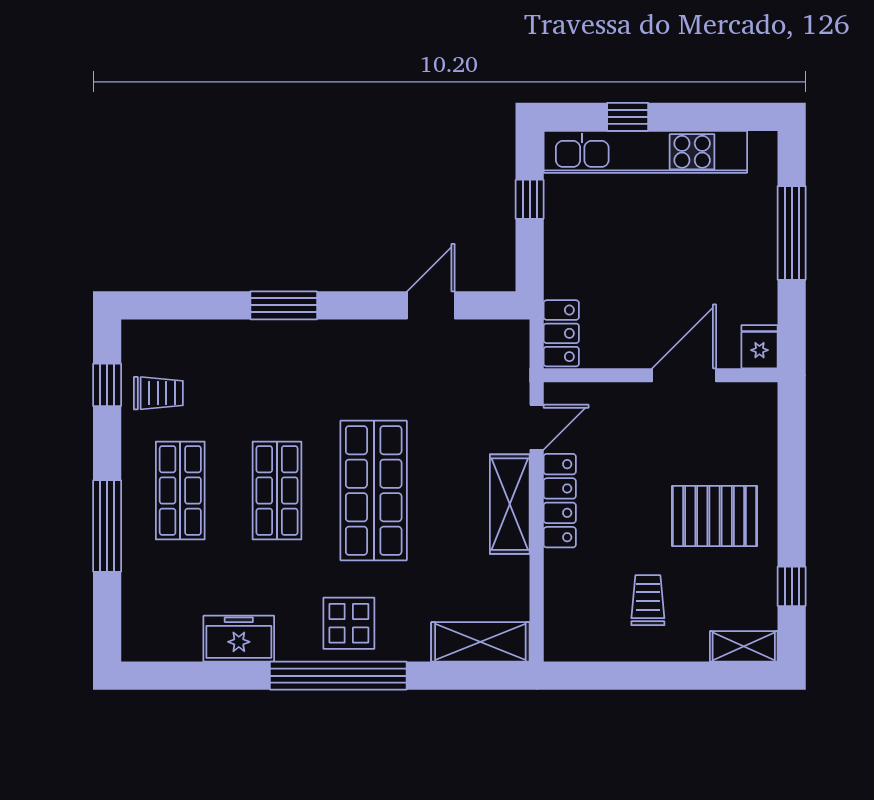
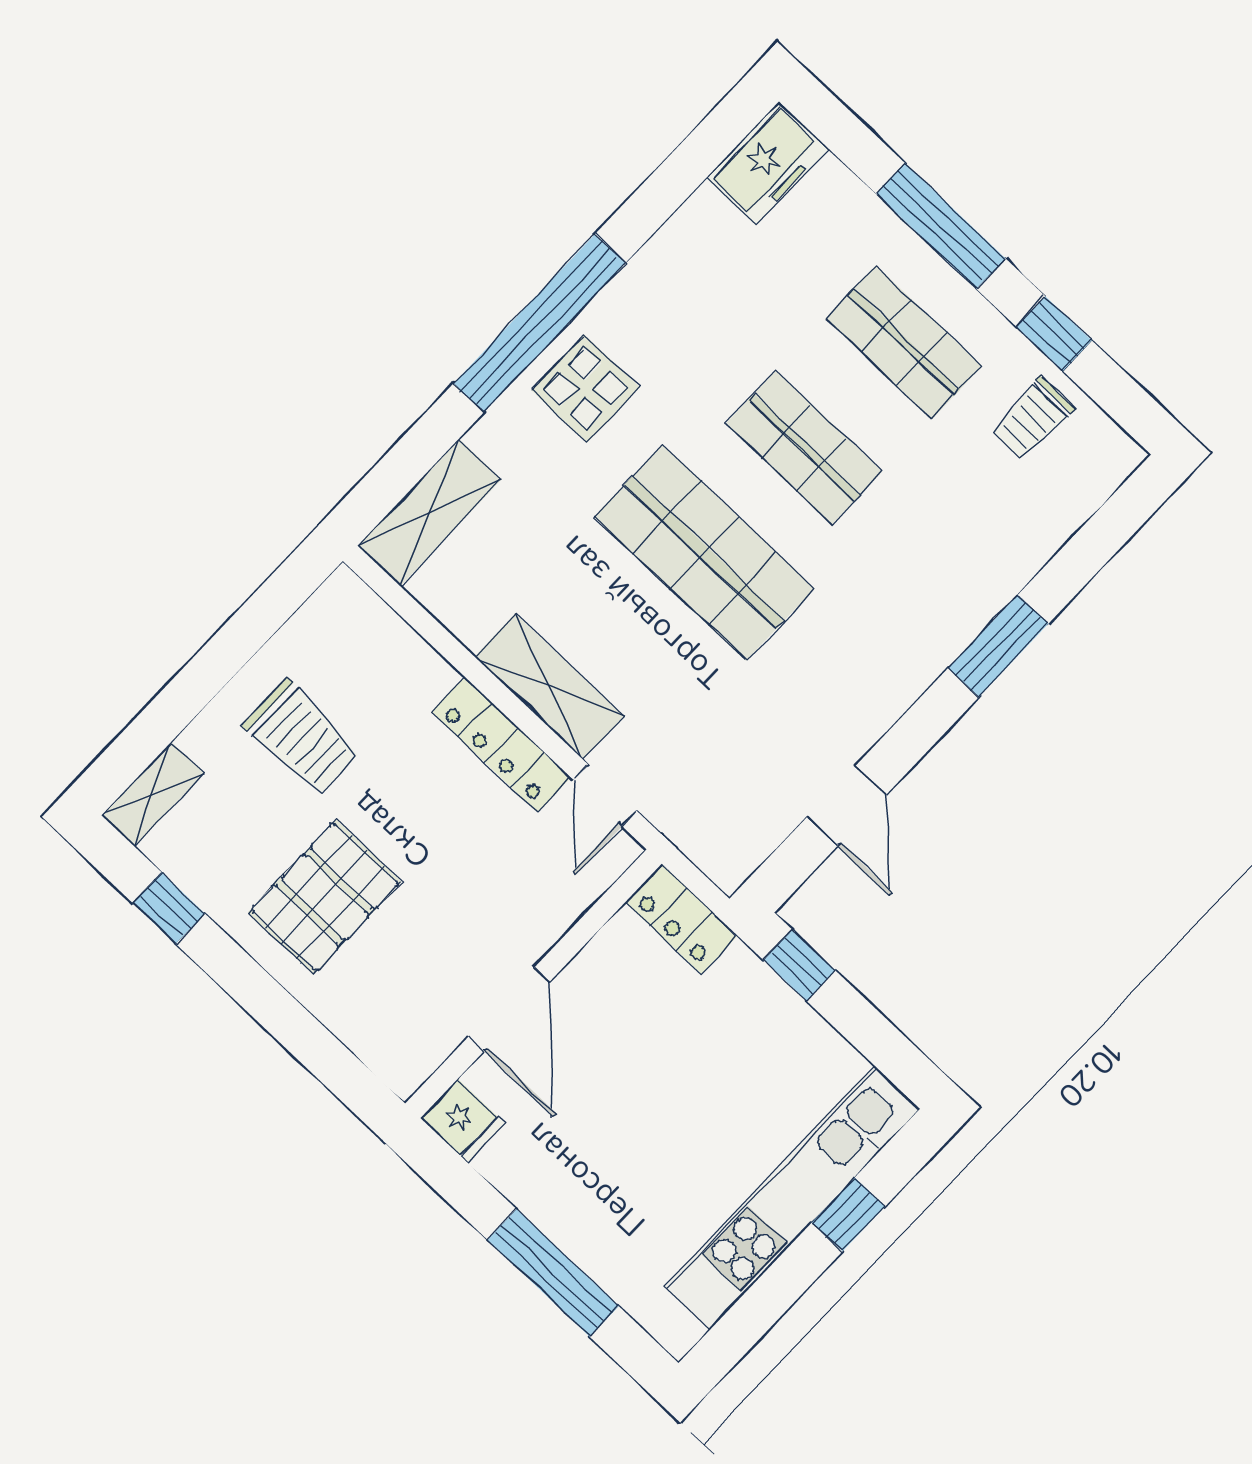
window: (530, 199) -> (799, 965), moved
window: (107, 385) -> (1054, 334), moved
trolley: (648, 600) -> (302, 738), width x1.36, depth x1.39
freezer: (239, 639) -> (767, 163), moved

